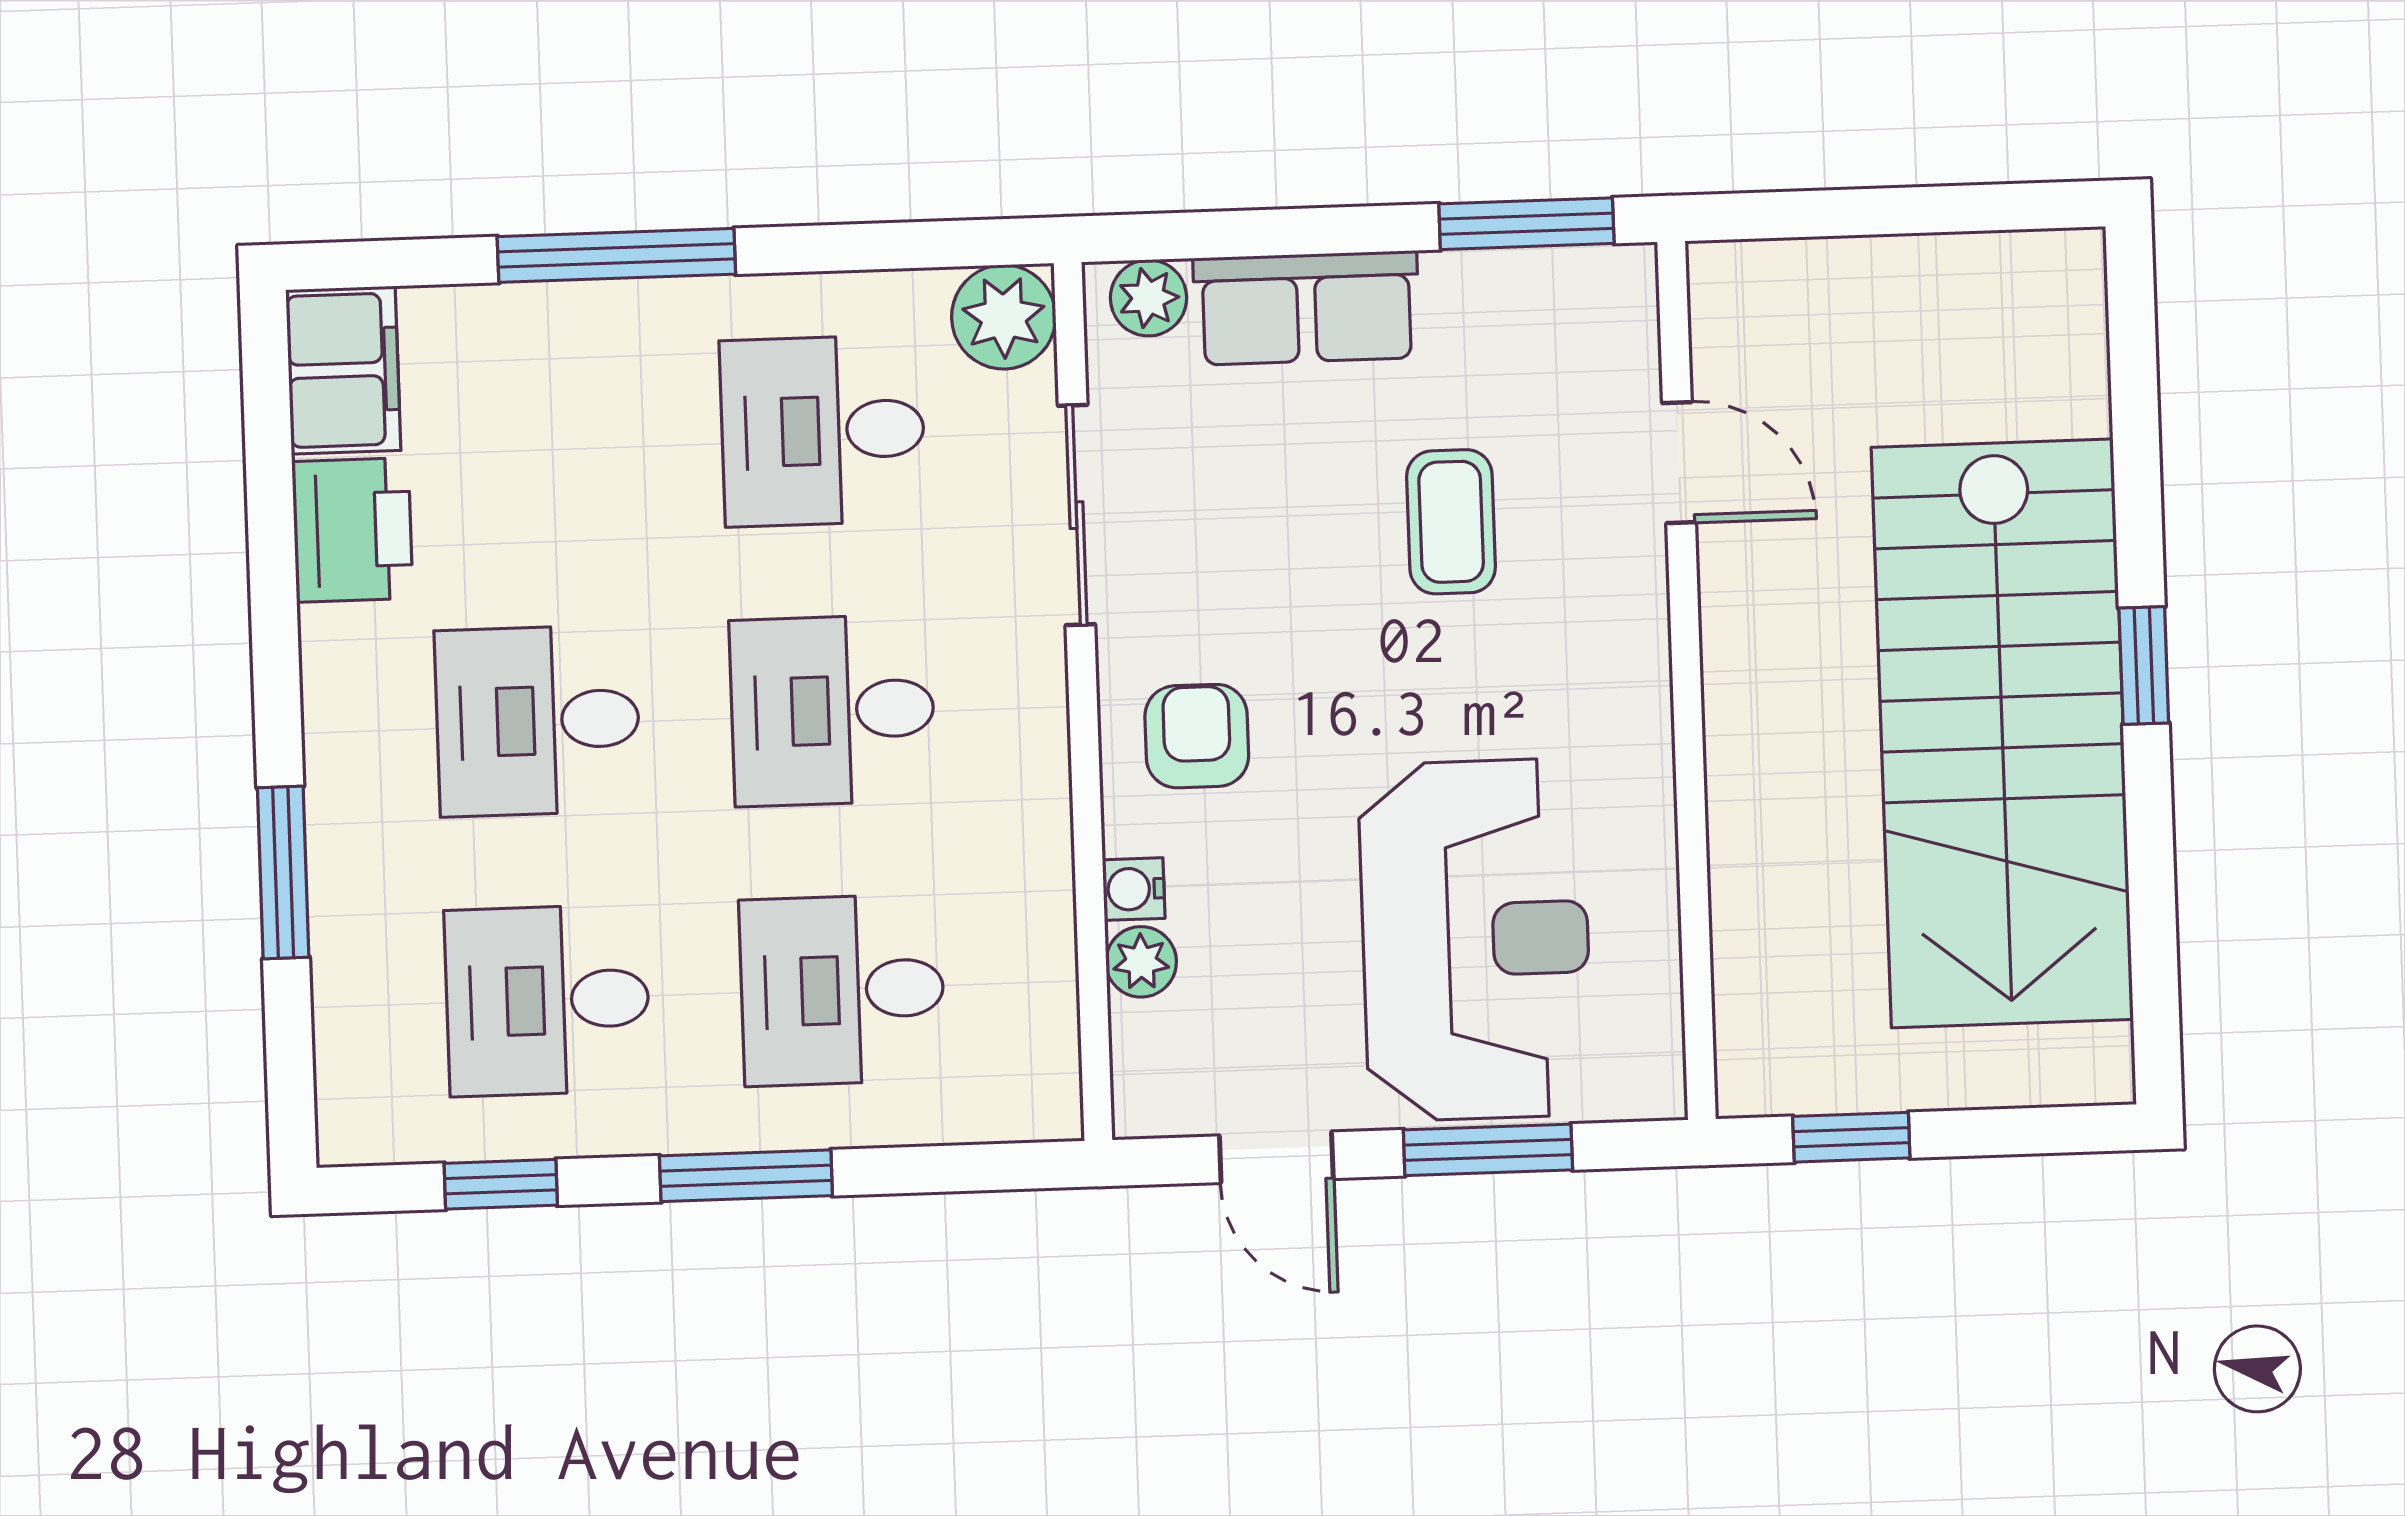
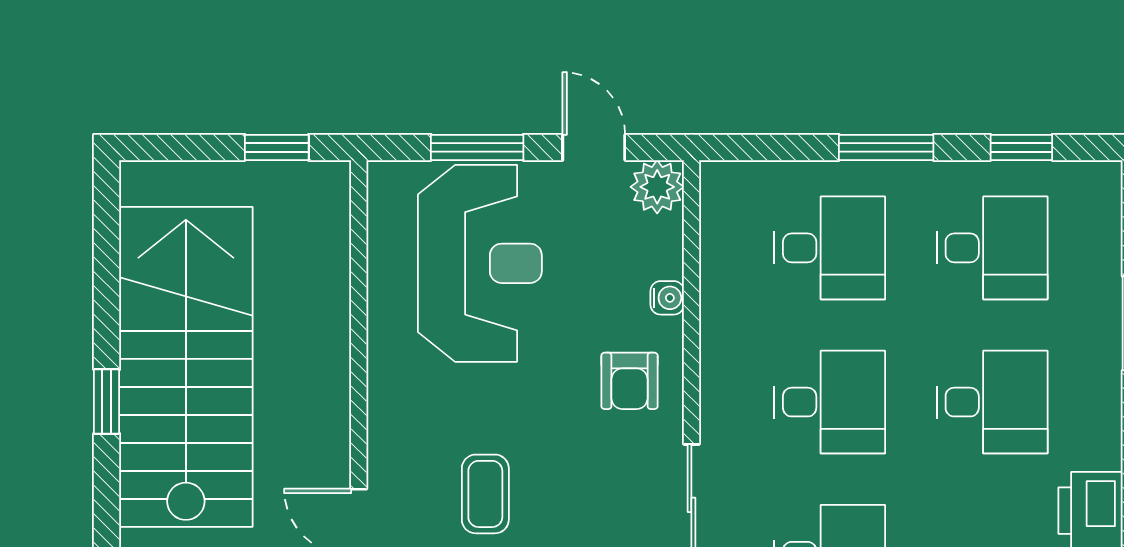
reception desk: (1475, 940) -> (480, 263), turned 180
plant: (1141, 962) -> (657, 187), moved, width x1.38, depth x1.38

